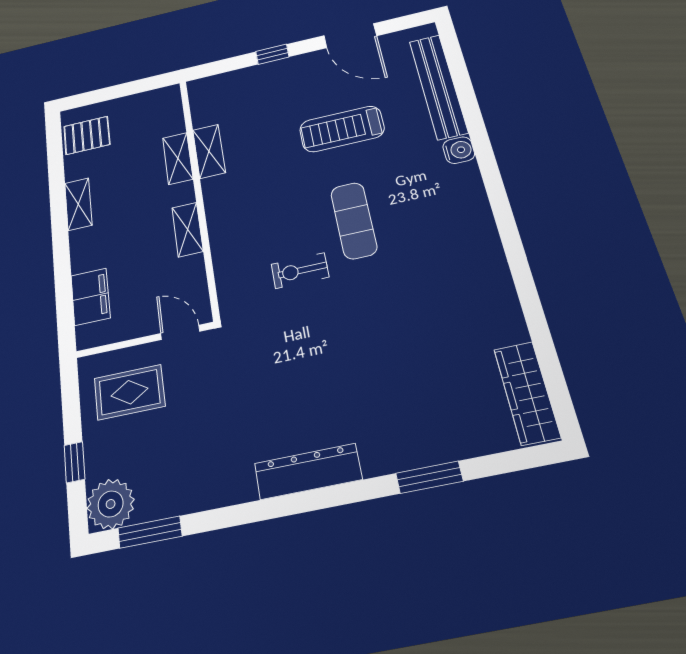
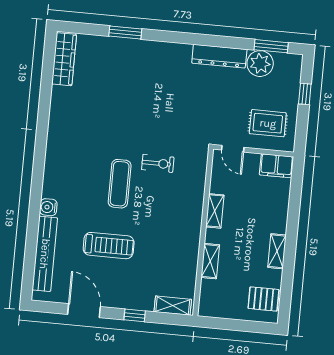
shelving: (209, 151) -> (173, 306), moved, turned 90
filing cabinet: (90, 297) -> (277, 166), moved, turned -90
dresser: (308, 471) -> (219, 56), moved
plant: (111, 504) -> (260, 64), moved

